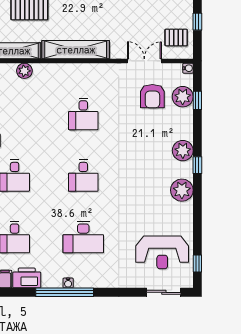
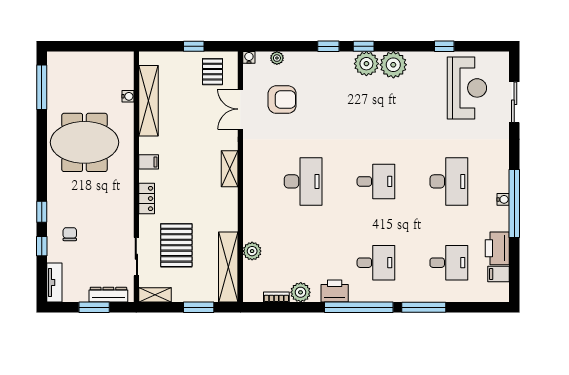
shelving: (76, 50) -> (230, 169), width x0.45, depth x0.75
plant: (183, 97) -> (277, 58), width x0.53, depth x0.53
window: (197, 100) -> (328, 46), moved
desk: (83, 114) -> (303, 181), width x1.37
plant: (183, 151) -> (366, 64), moved
window: (197, 263) -> (444, 46), moved
sliding door: (164, 292) -> (514, 102), moved

